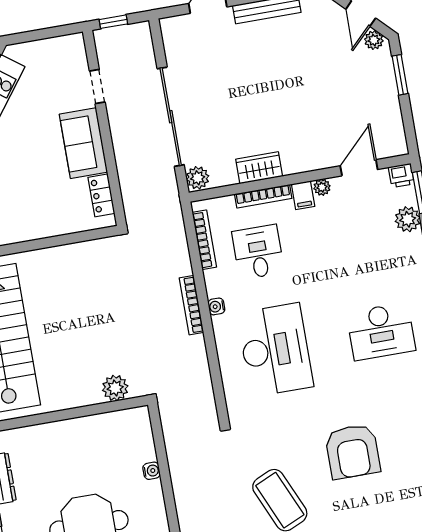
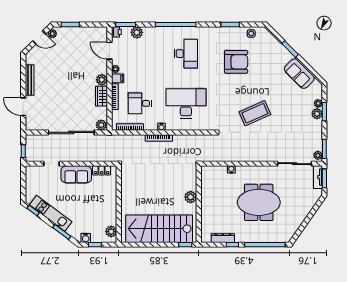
plant: (294, 162) -> (102, 80), added
plant: (115, 388) -> (191, 197), moved
armchair: (353, 451) -> (236, 62), moved

